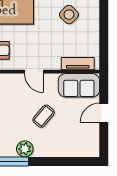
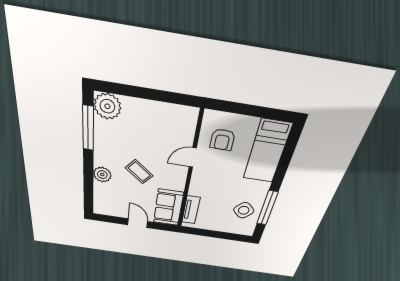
door: (34, 72) -> (193, 157), moved
plant: (25, 149) -> (102, 175), moved

